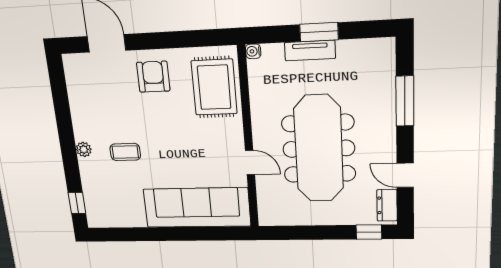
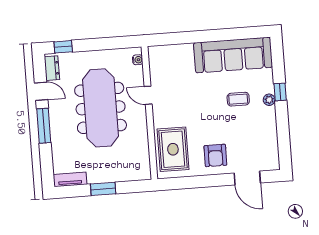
tv unit: (310, 50) -> (70, 179), moved
water cooler: (253, 51) -> (138, 60), moved
window: (405, 101) -> (44, 126), moved
window: (77, 203) -> (280, 92), moved
sofa: (197, 208) -> (233, 55), moved

